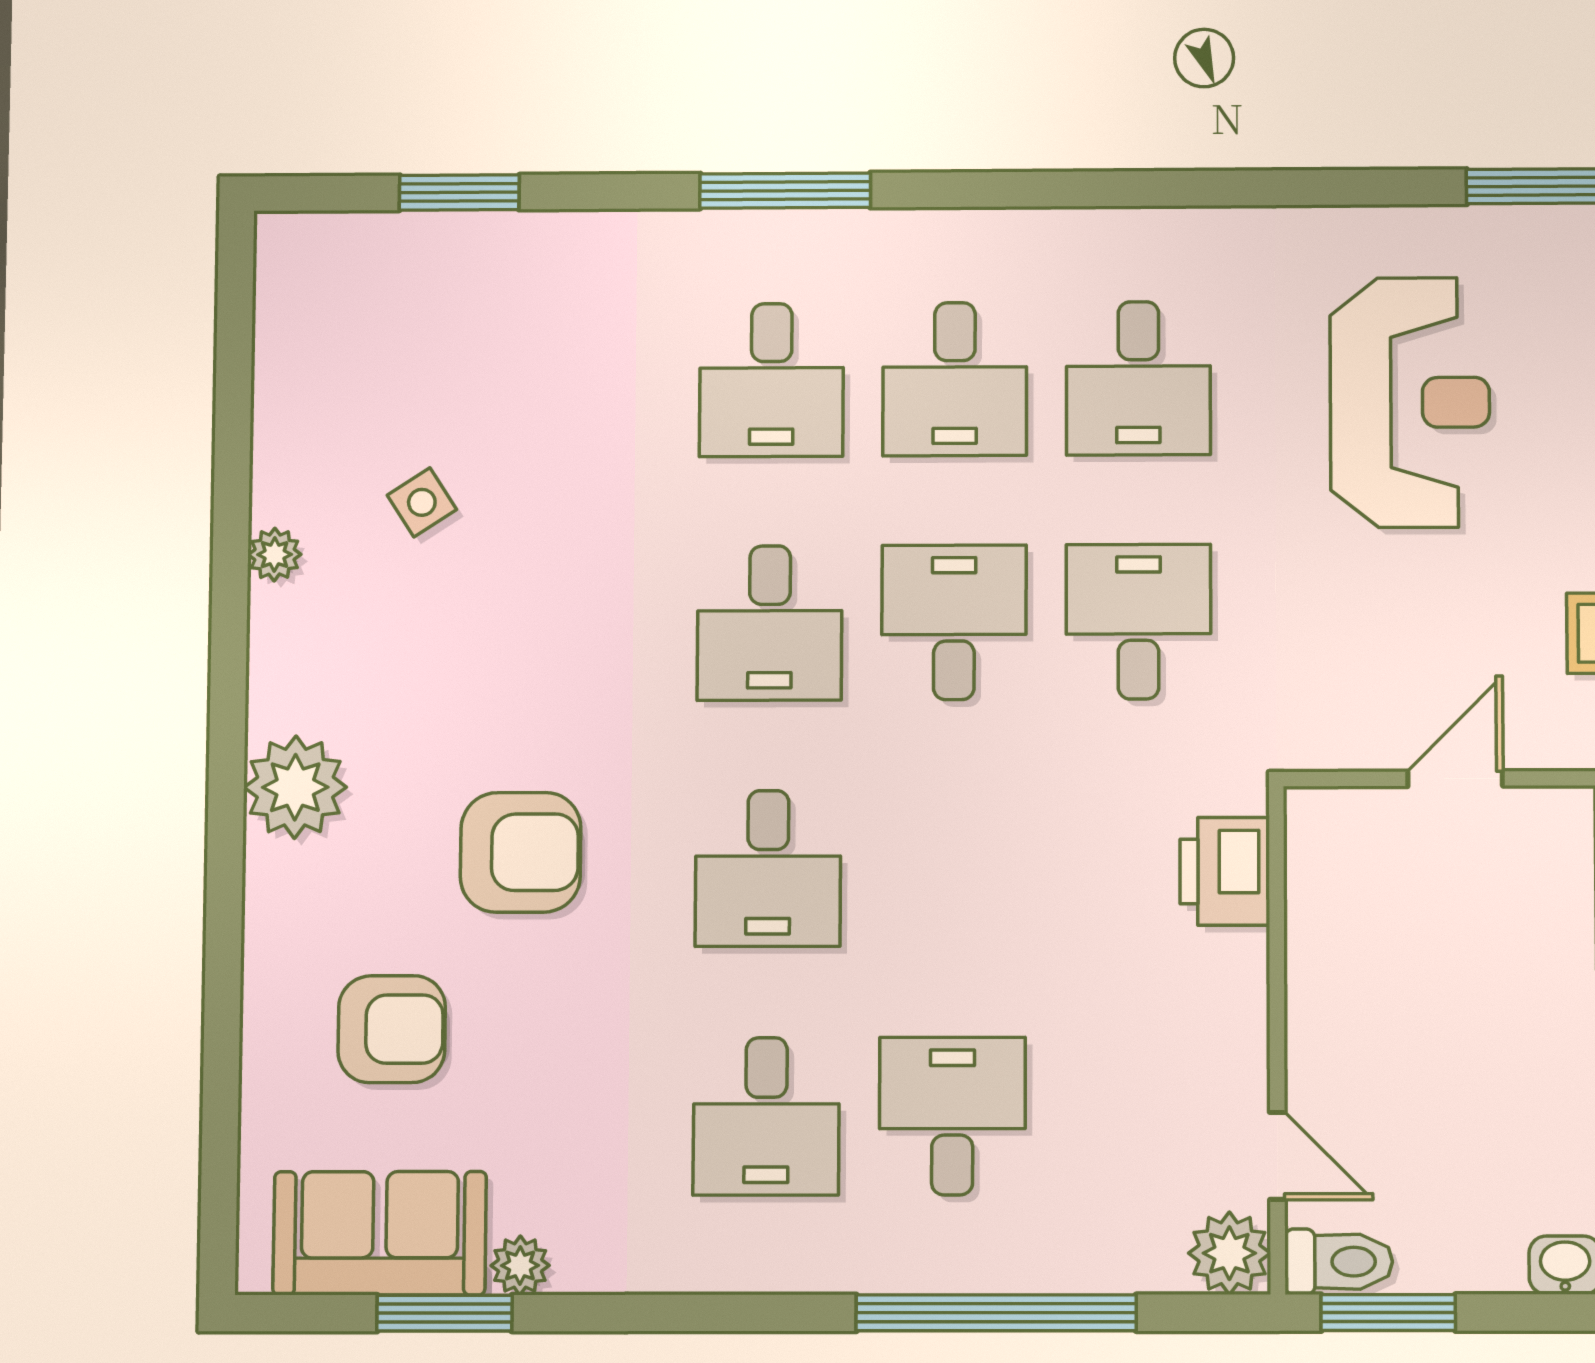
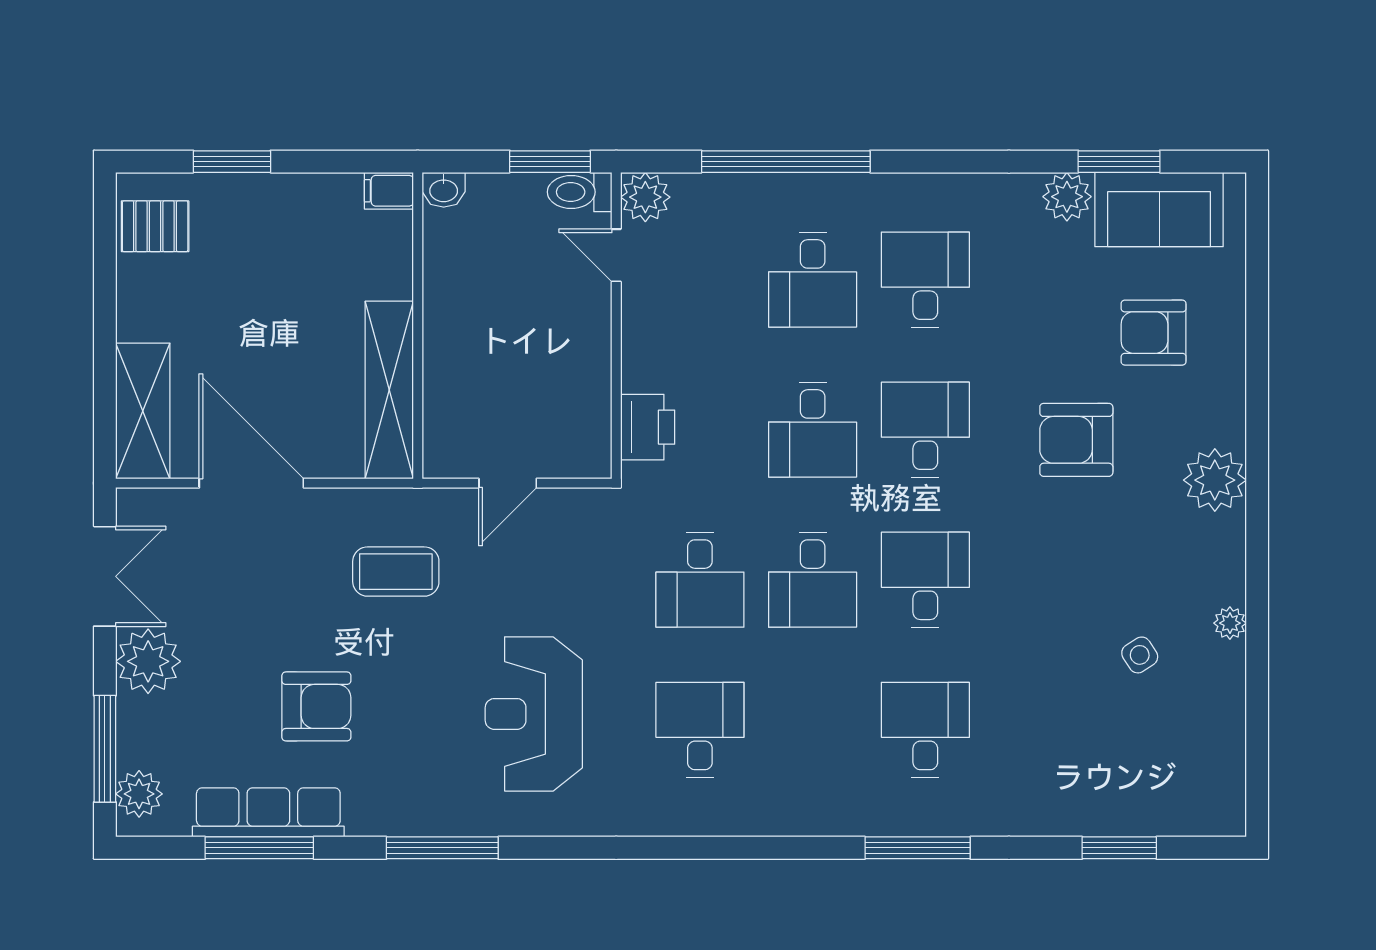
desk: (955, 379) -> (813, 430), moved, turned 180
plant: (520, 1265) -> (1067, 197), width x1.38, depth x1.38

